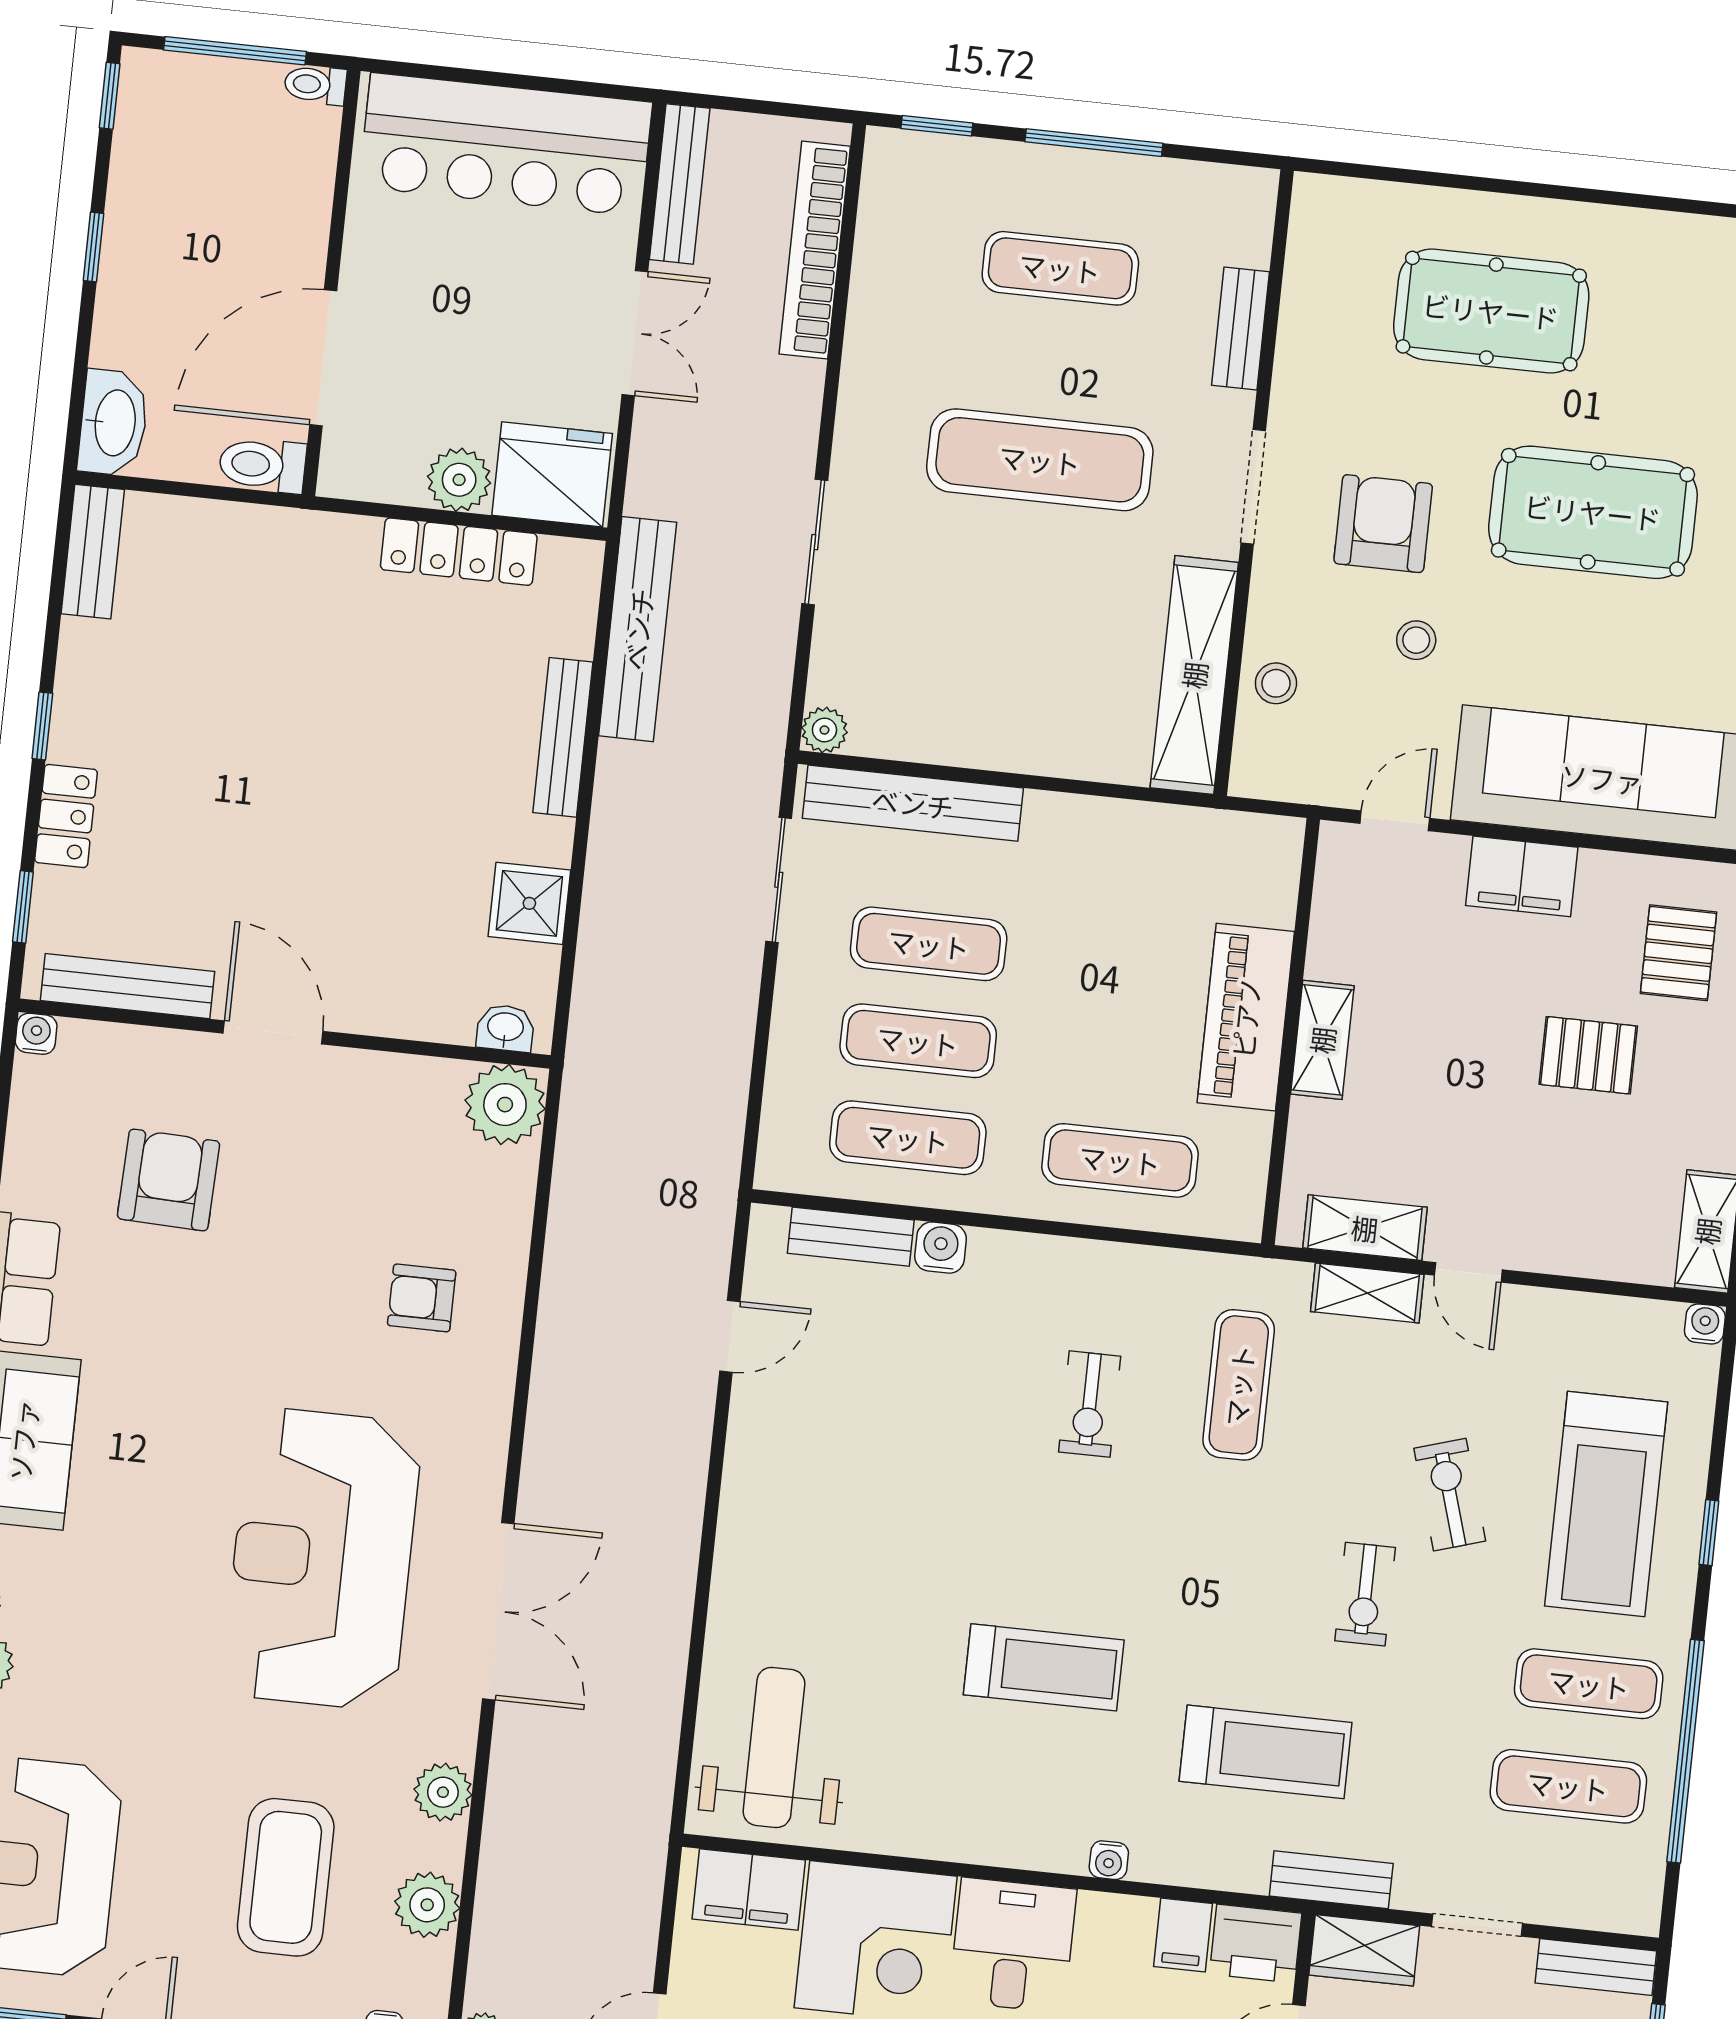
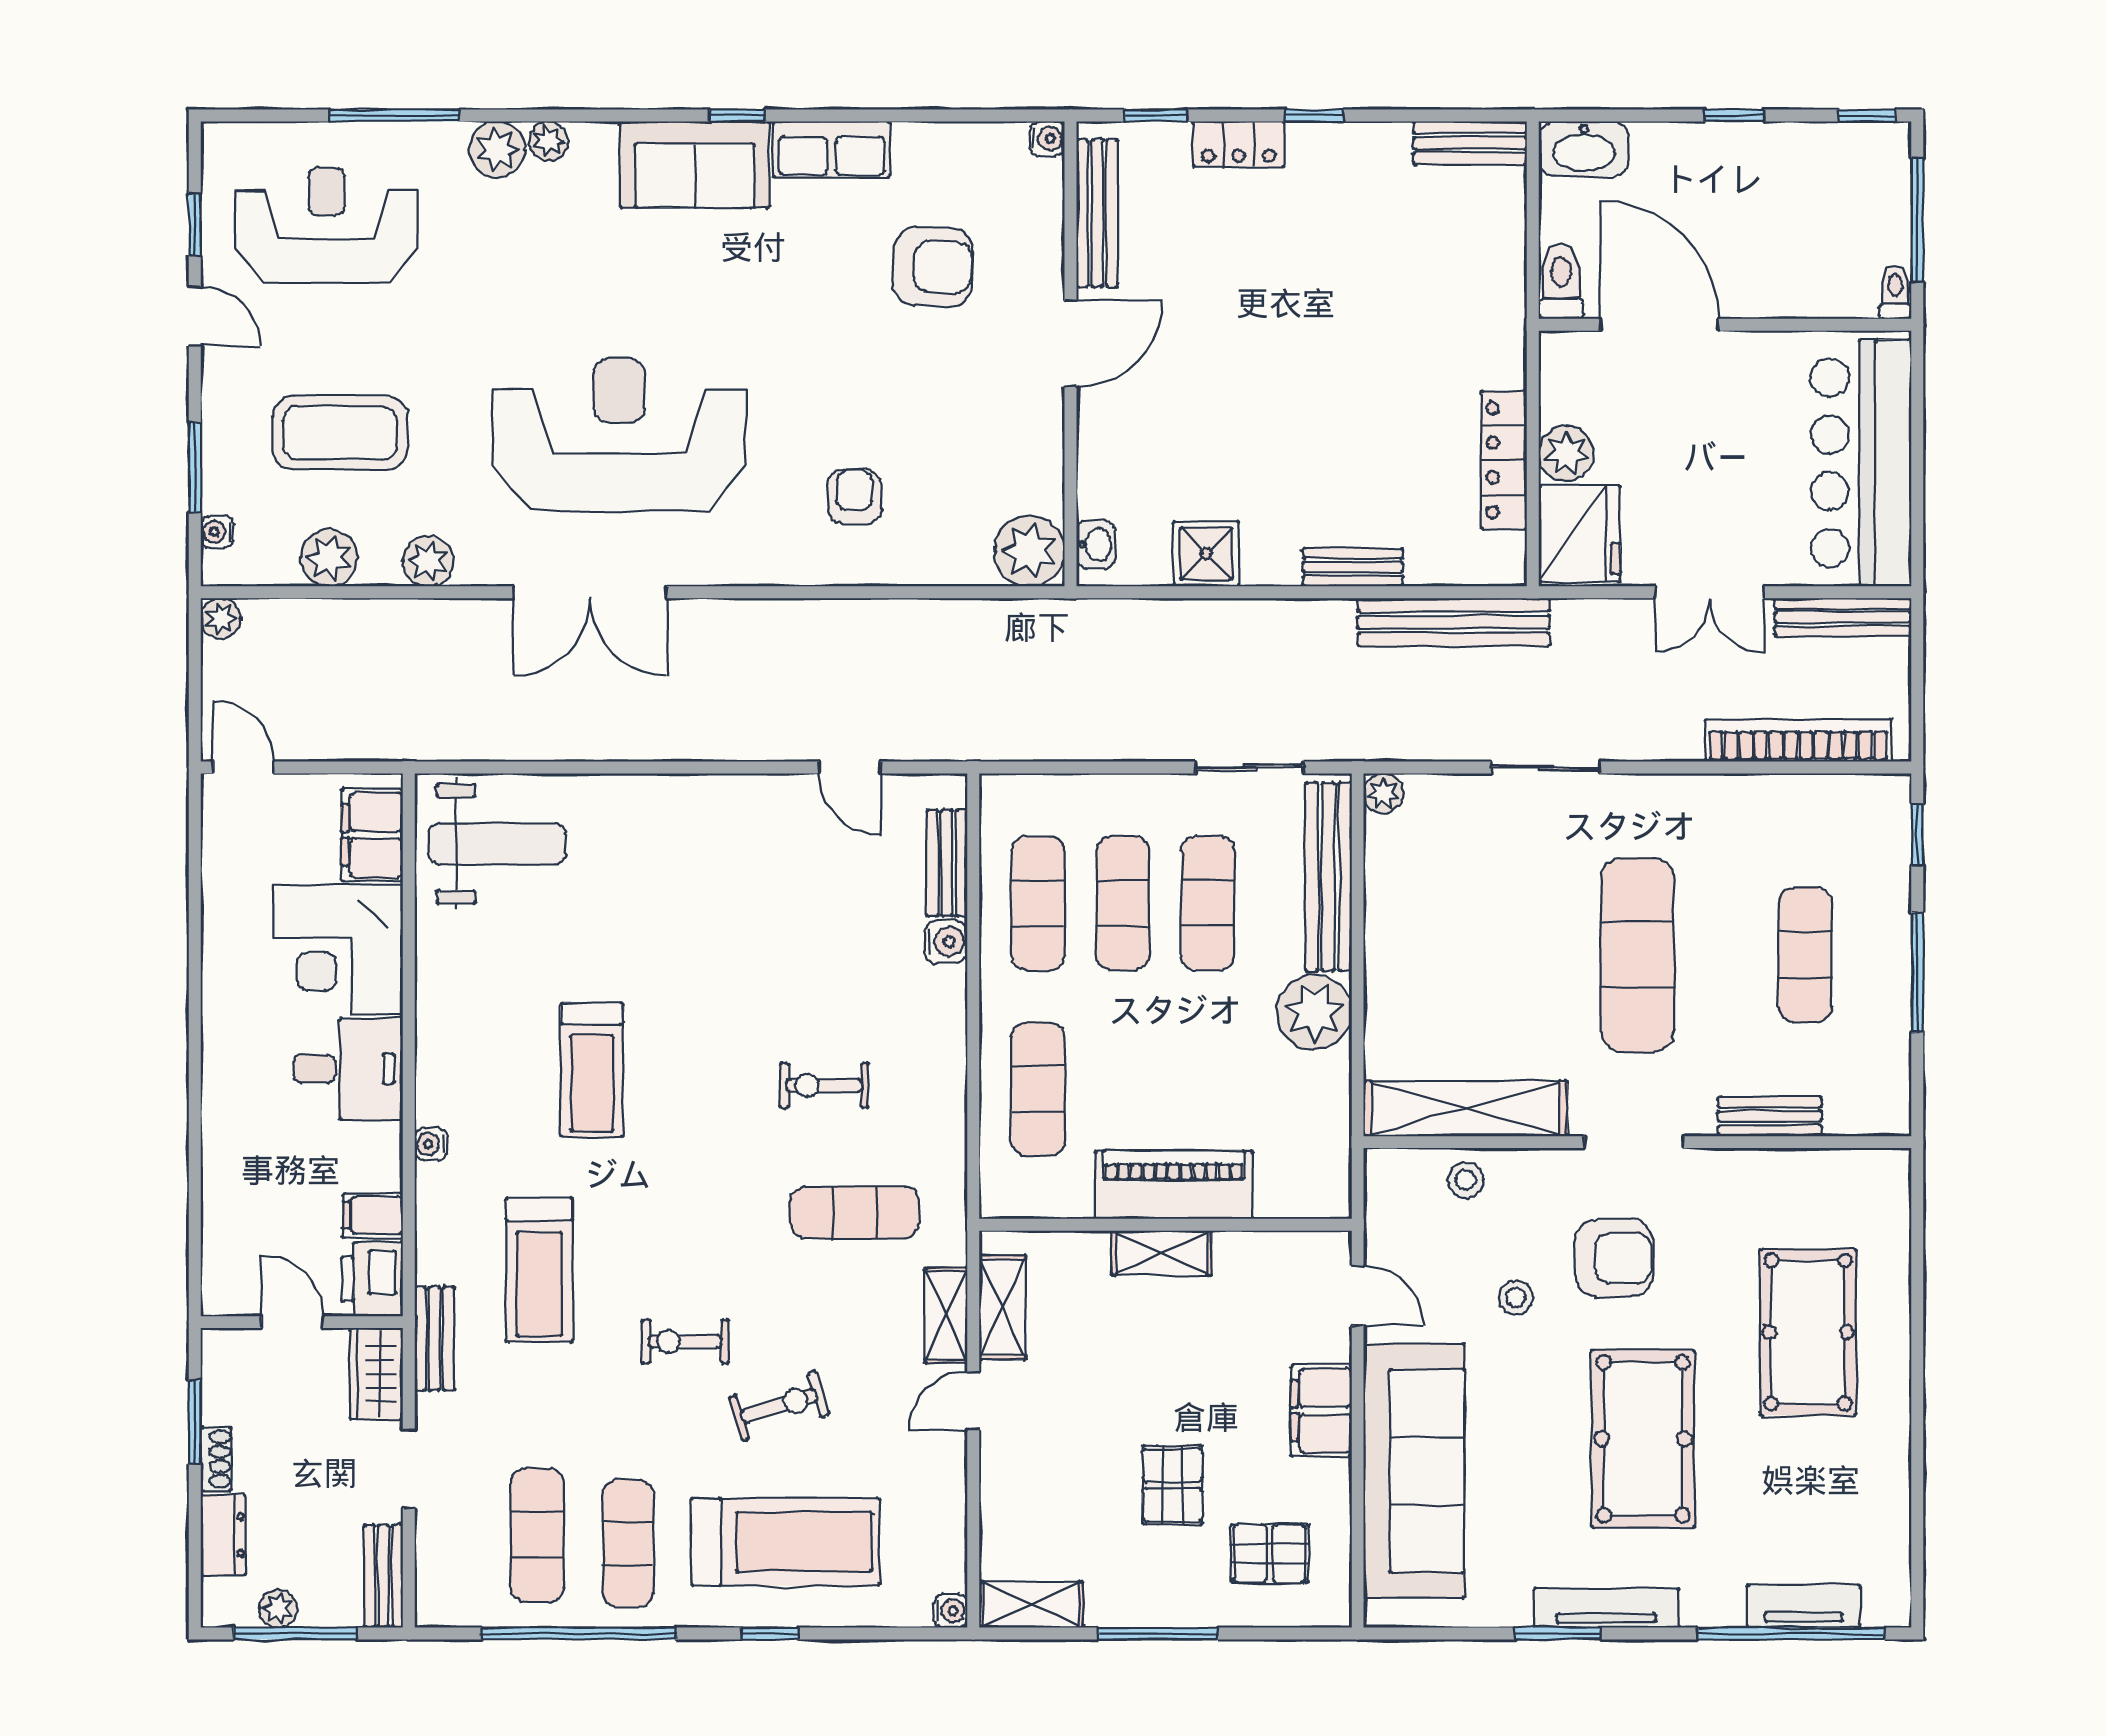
bench: (563, 737) -> (1353, 567), width x0.73
plant: (1066, 836) -> (1314, 1012), added
treadmill: (1606, 1504) -> (785, 1542), turned 180

